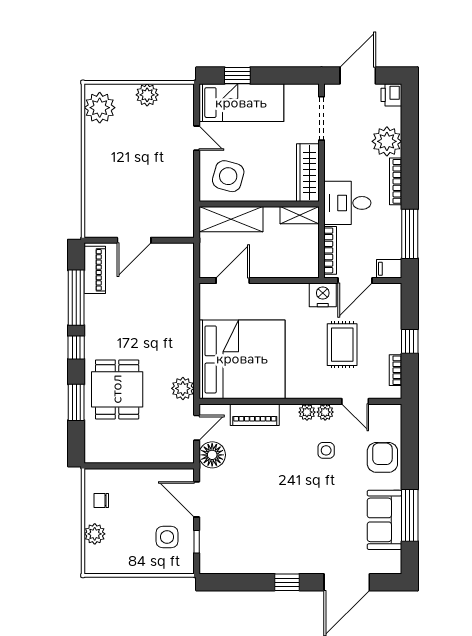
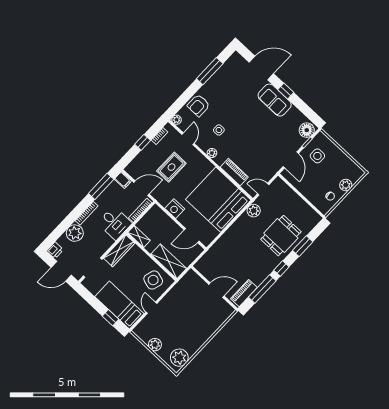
nightstand: (323, 295) -> (175, 209), moved
plant: (325, 412) -> (177, 120), moved
floor lamp: (212, 455) -> (307, 130), moved
sofa: (384, 520) -> (275, 100), moved, turned 90

